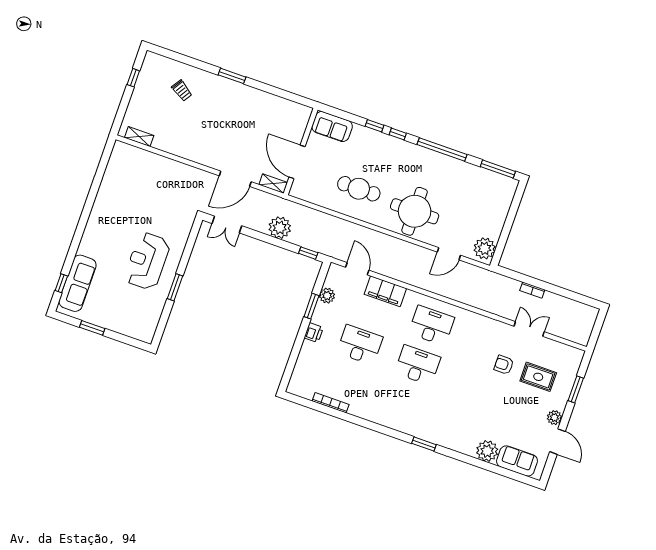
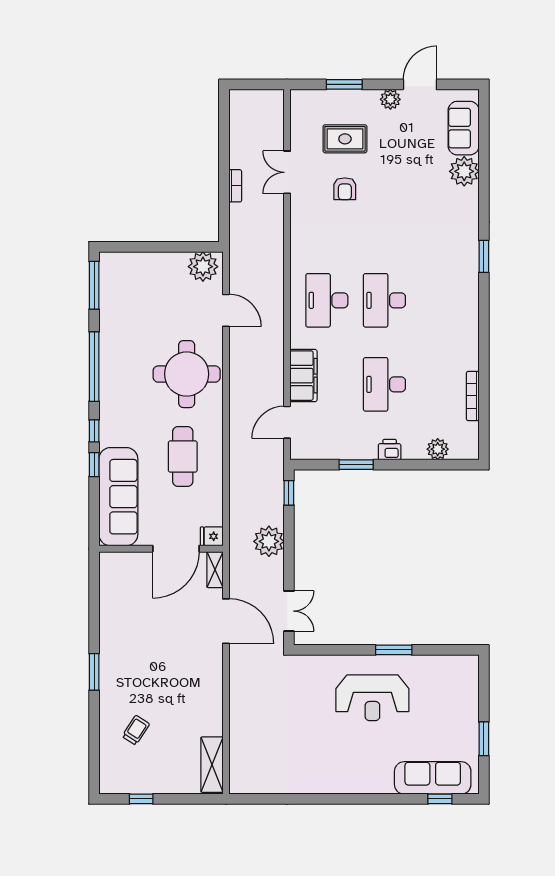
sofa: (332, 127) -> (118, 497), width x1.85, depth x1.27
shelving: (139, 137) -> (212, 765), width x1.50, depth x1.33
fridge: (297, 189) -> (212, 536), added
plant: (327, 296) -> (438, 449), moved
rug: (538, 377) -> (345, 139), turned 90

